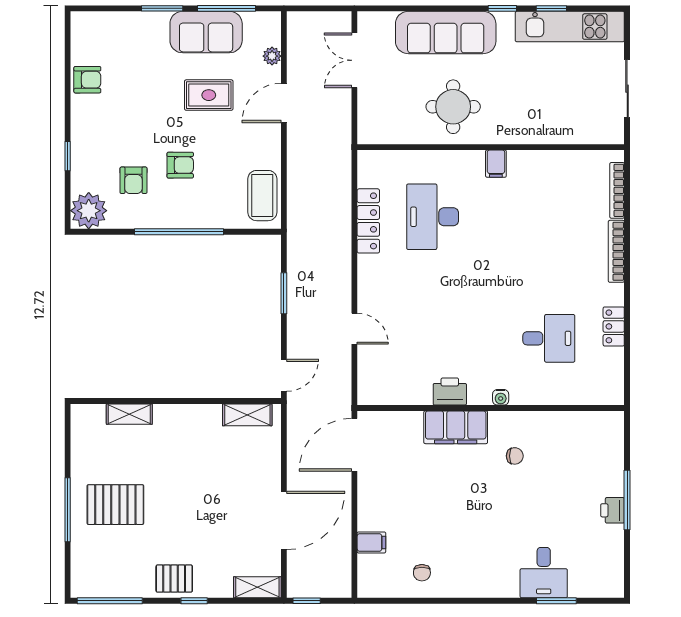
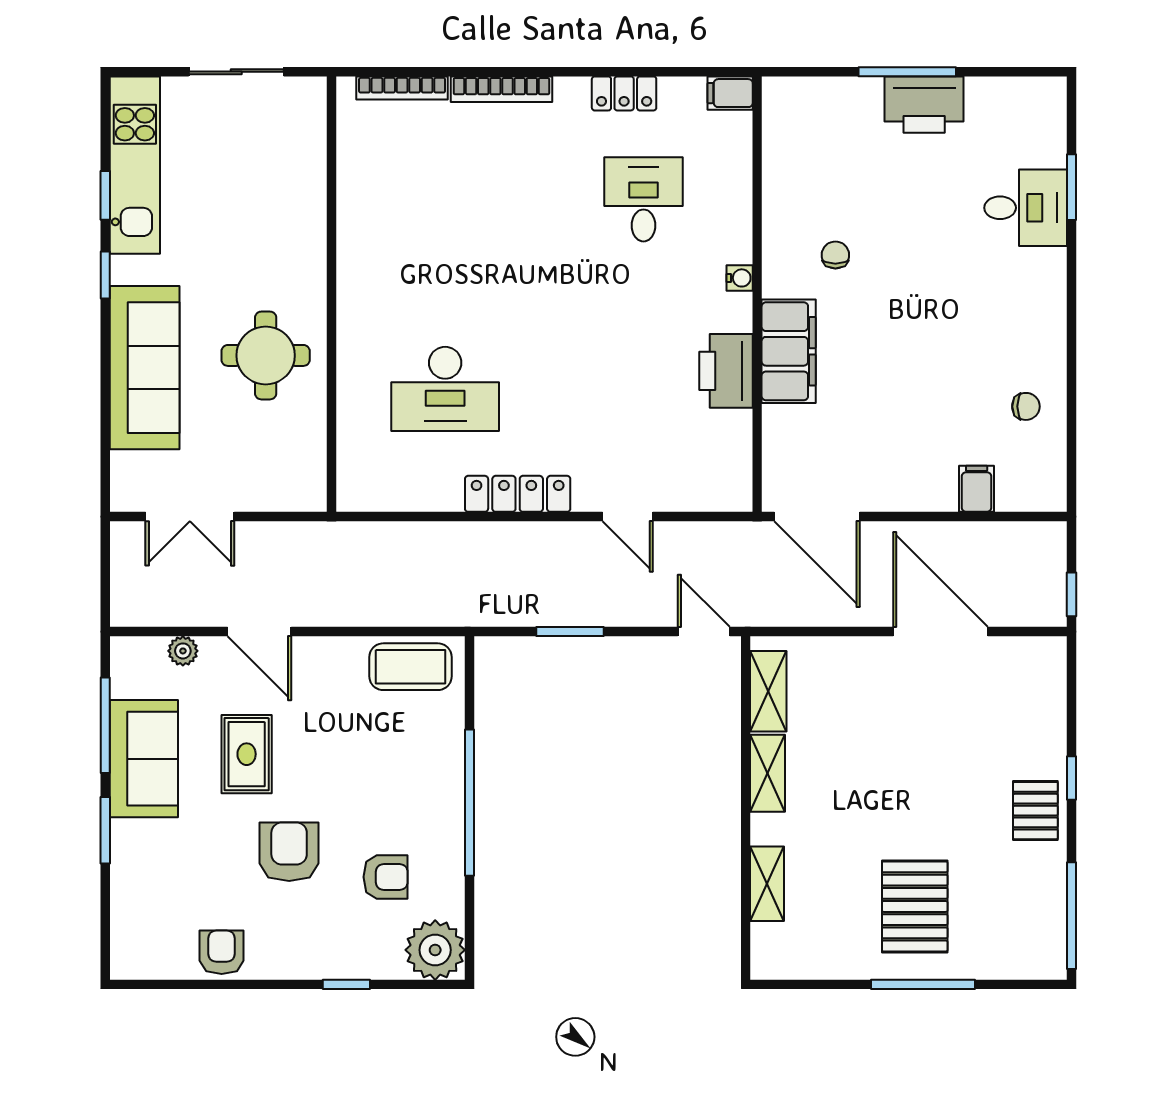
filing cabinet: (496, 164) -> (730, 93), moved, turned 180
armchair: (180, 165) -> (289, 852), moved, width x1.38, depth x1.38
locker: (368, 221) -> (518, 494), moved
door: (354, 329) -> (628, 517), swing flipped
printer: (450, 391) -> (726, 371), width x1.37, depth x1.19
printer: (613, 510) -> (924, 105), width x1.87, depth x1.48
shelving: (257, 587) -> (768, 773), moved

